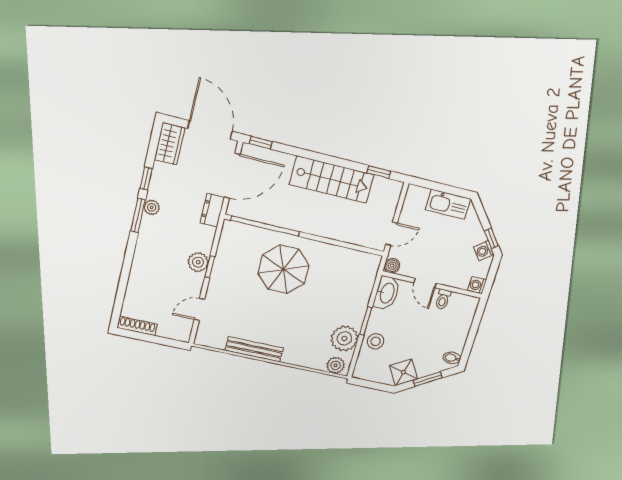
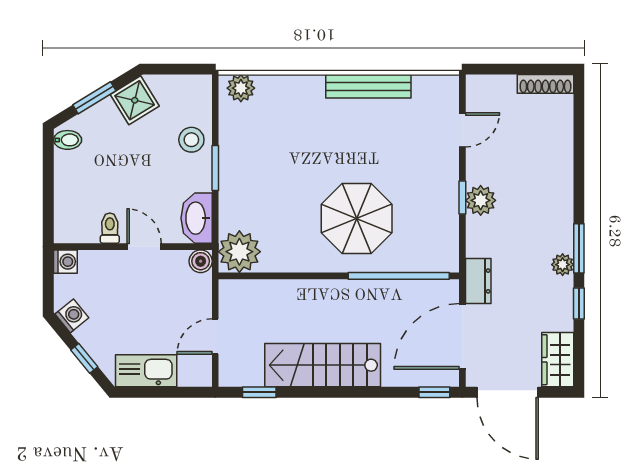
door: (391, 234) -> (215, 337), moved
window: (491, 238) -> (84, 358), moved
plant: (344, 338) -> (239, 252), moved

